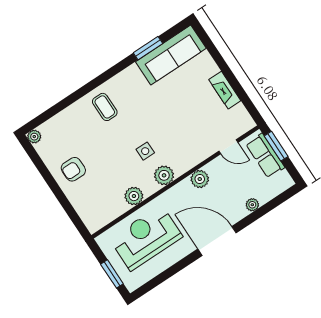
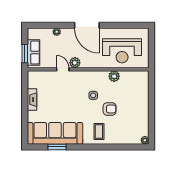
sofa: (171, 55) -> (55, 133), width x1.36, depth x1.27
door: (228, 147) -> (63, 69), moved
armchair: (73, 169) -> (110, 109), moved
plant: (164, 175) -> (92, 77), removed
window: (112, 274) -> (152, 44), removed

